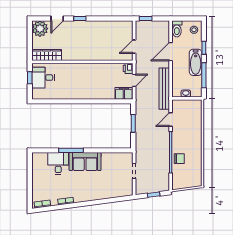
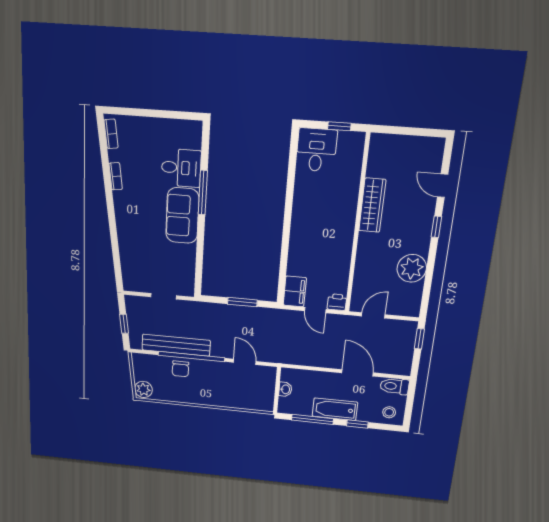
plant: (40, 29) -> (412, 268), moved
door: (134, 47) -> (373, 315), hinge flipped
wardrobe: (47, 55) -> (372, 205), moved
desk: (43, 78) -> (316, 150), moved
bench: (164, 89) -> (176, 345), moved
plant: (195, 181) -> (143, 389), added

